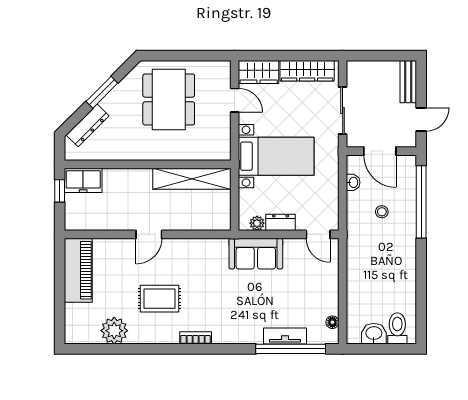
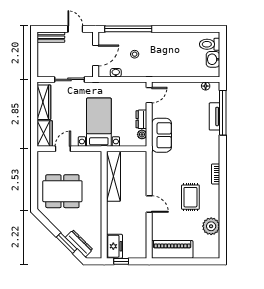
window: (102, 92) -> (67, 243), moved

